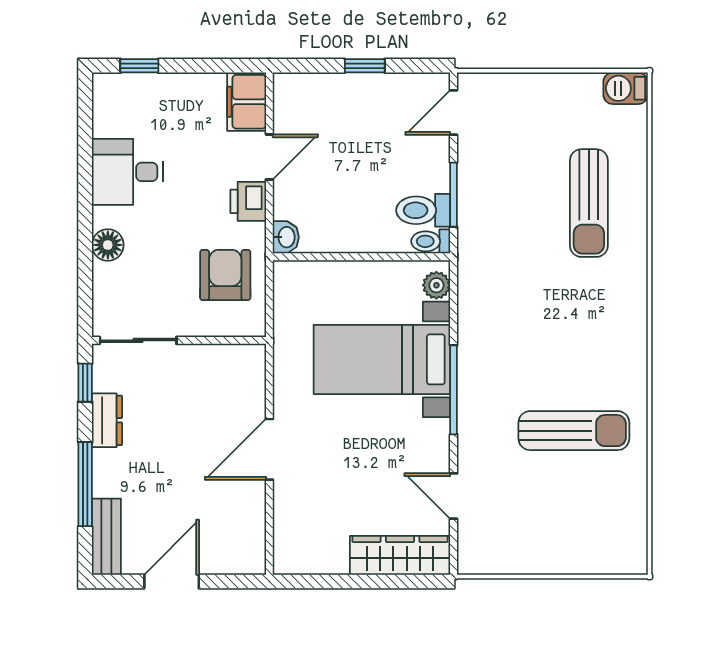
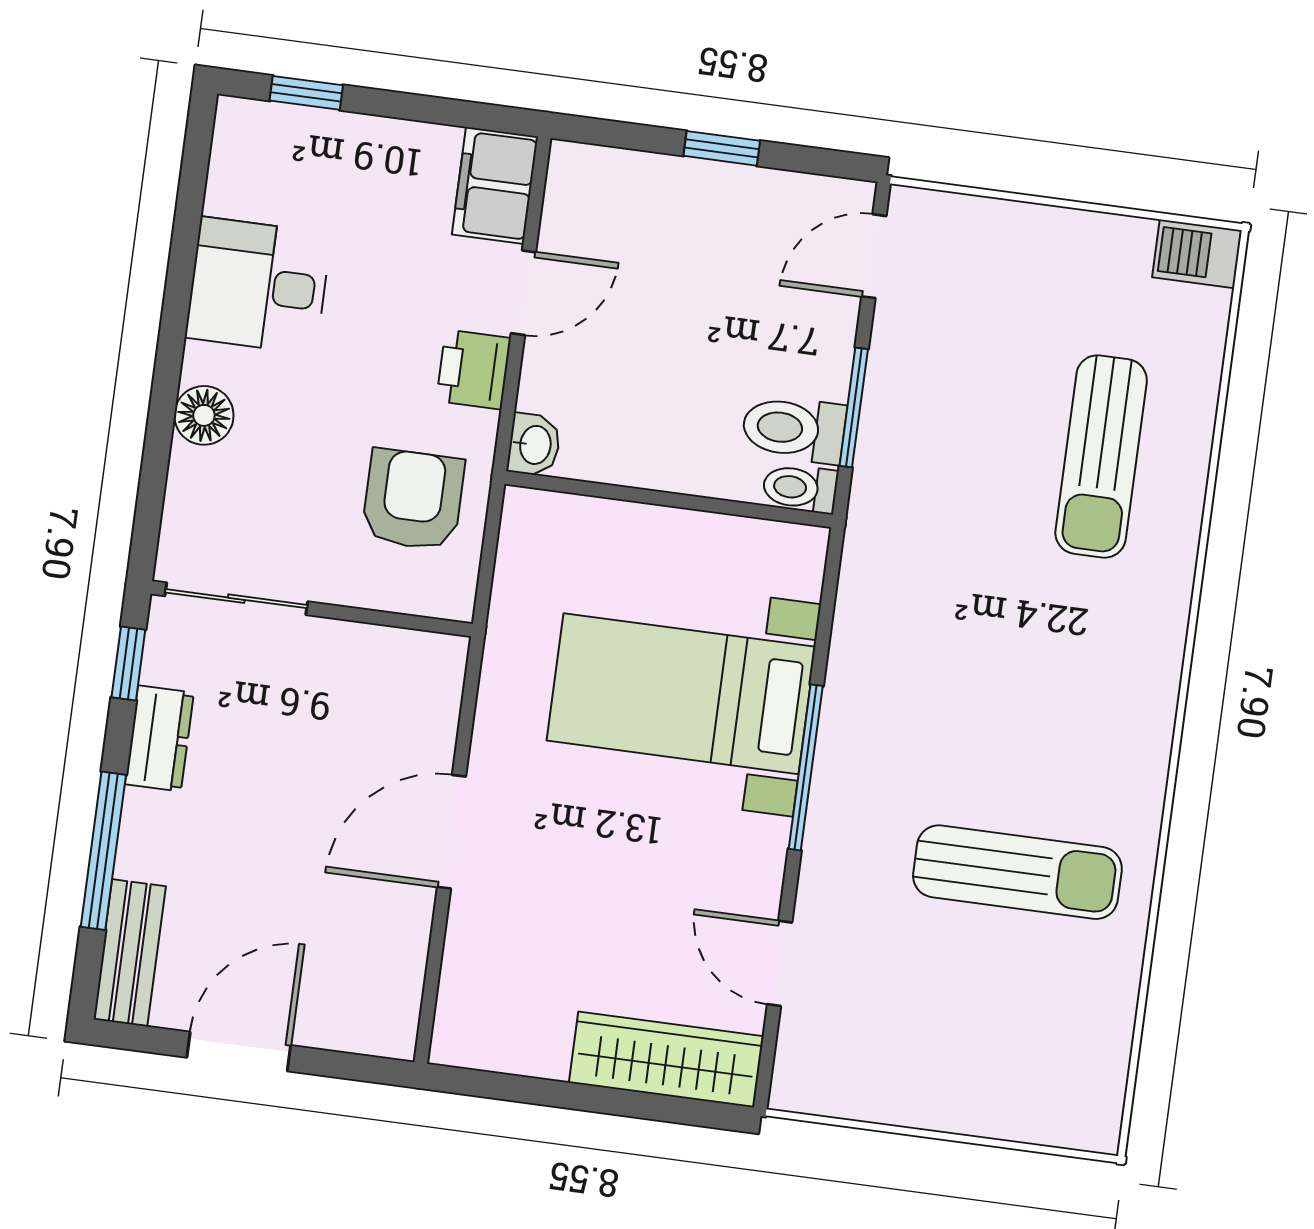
plant: (436, 285) -> (800, 570), removed

